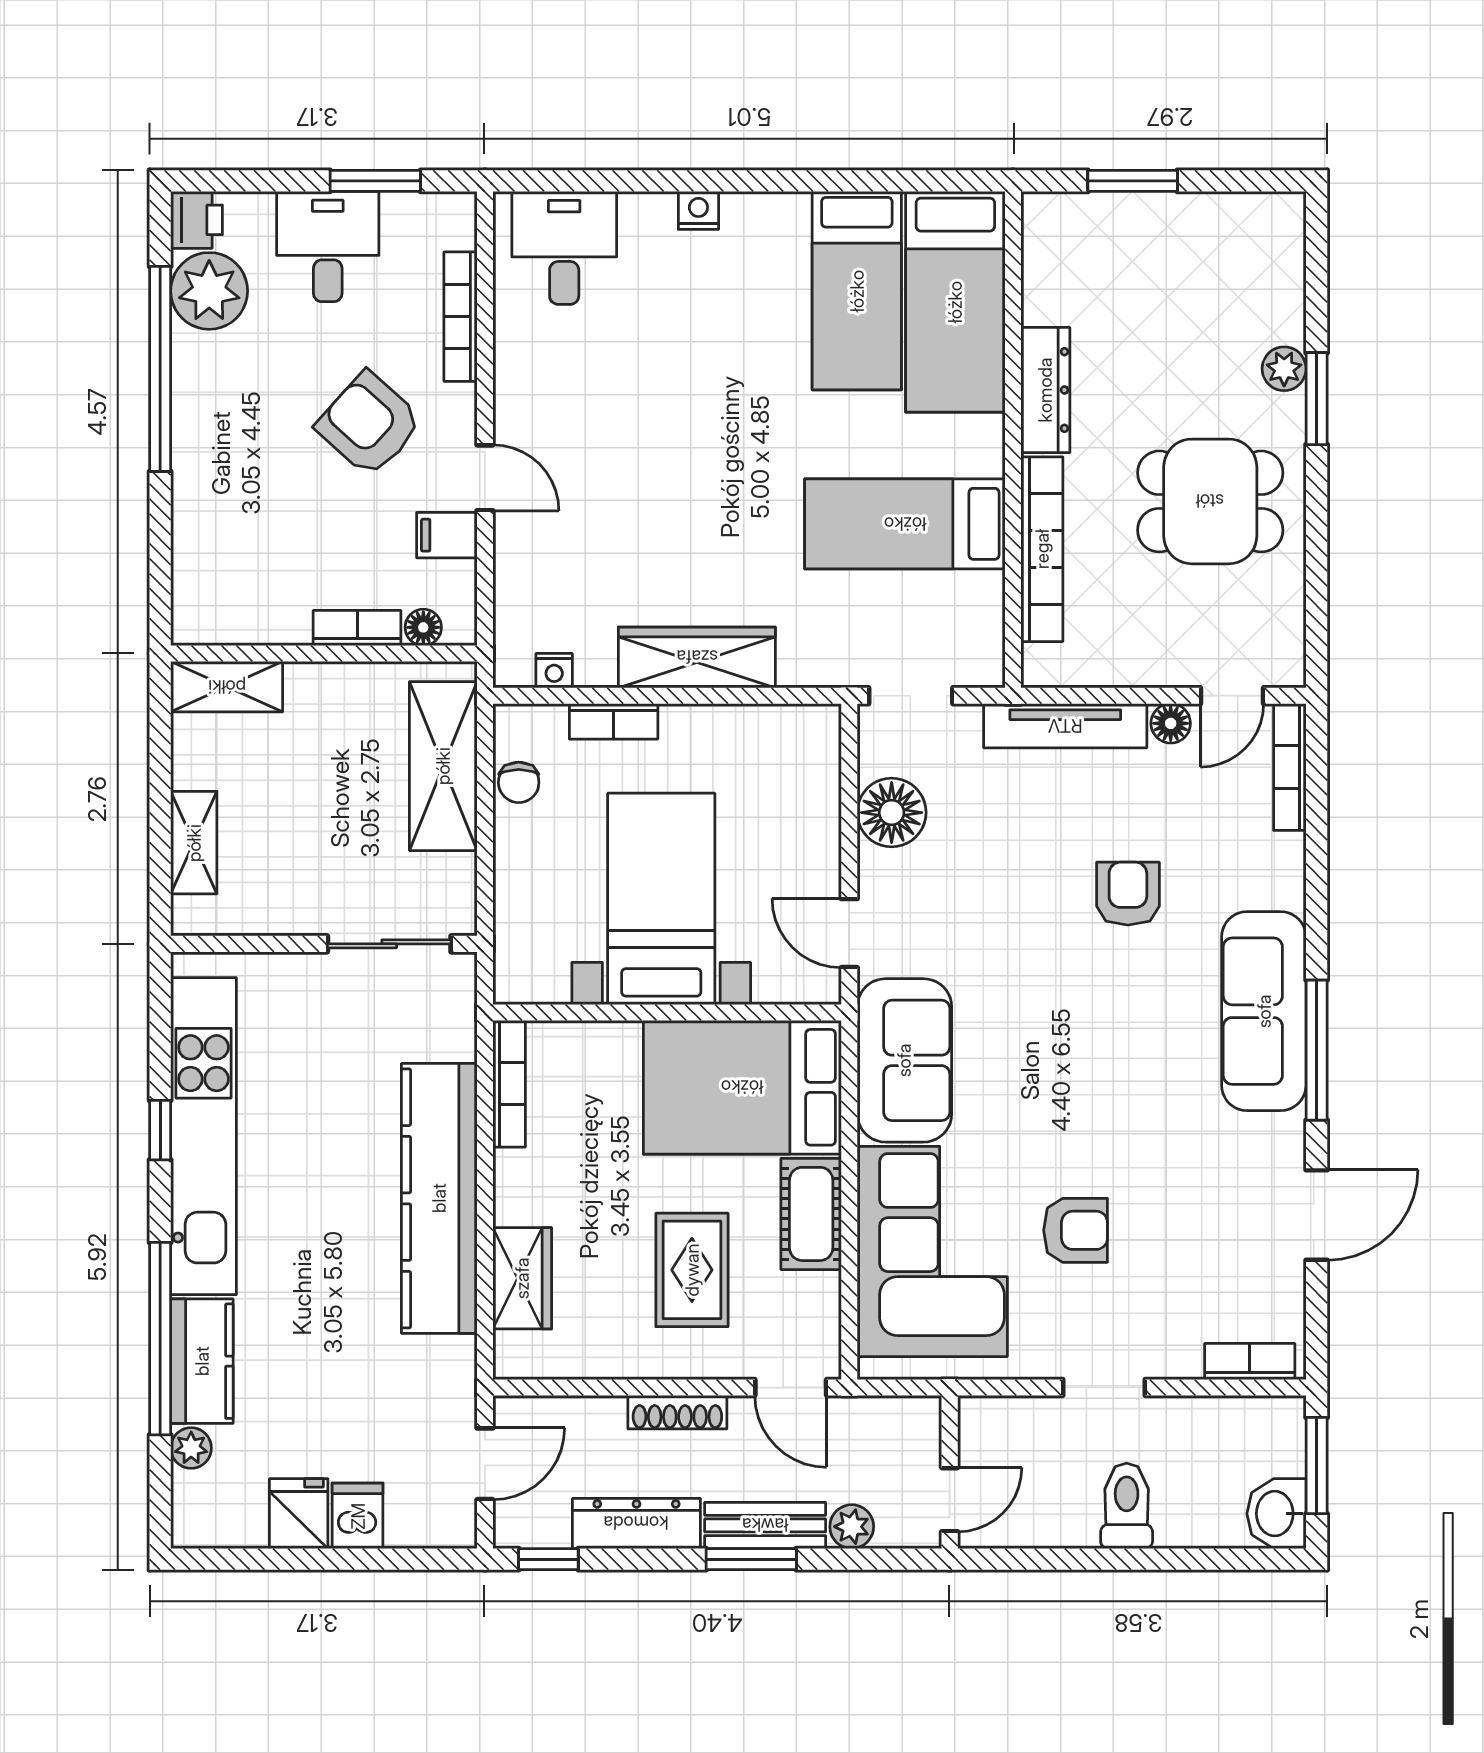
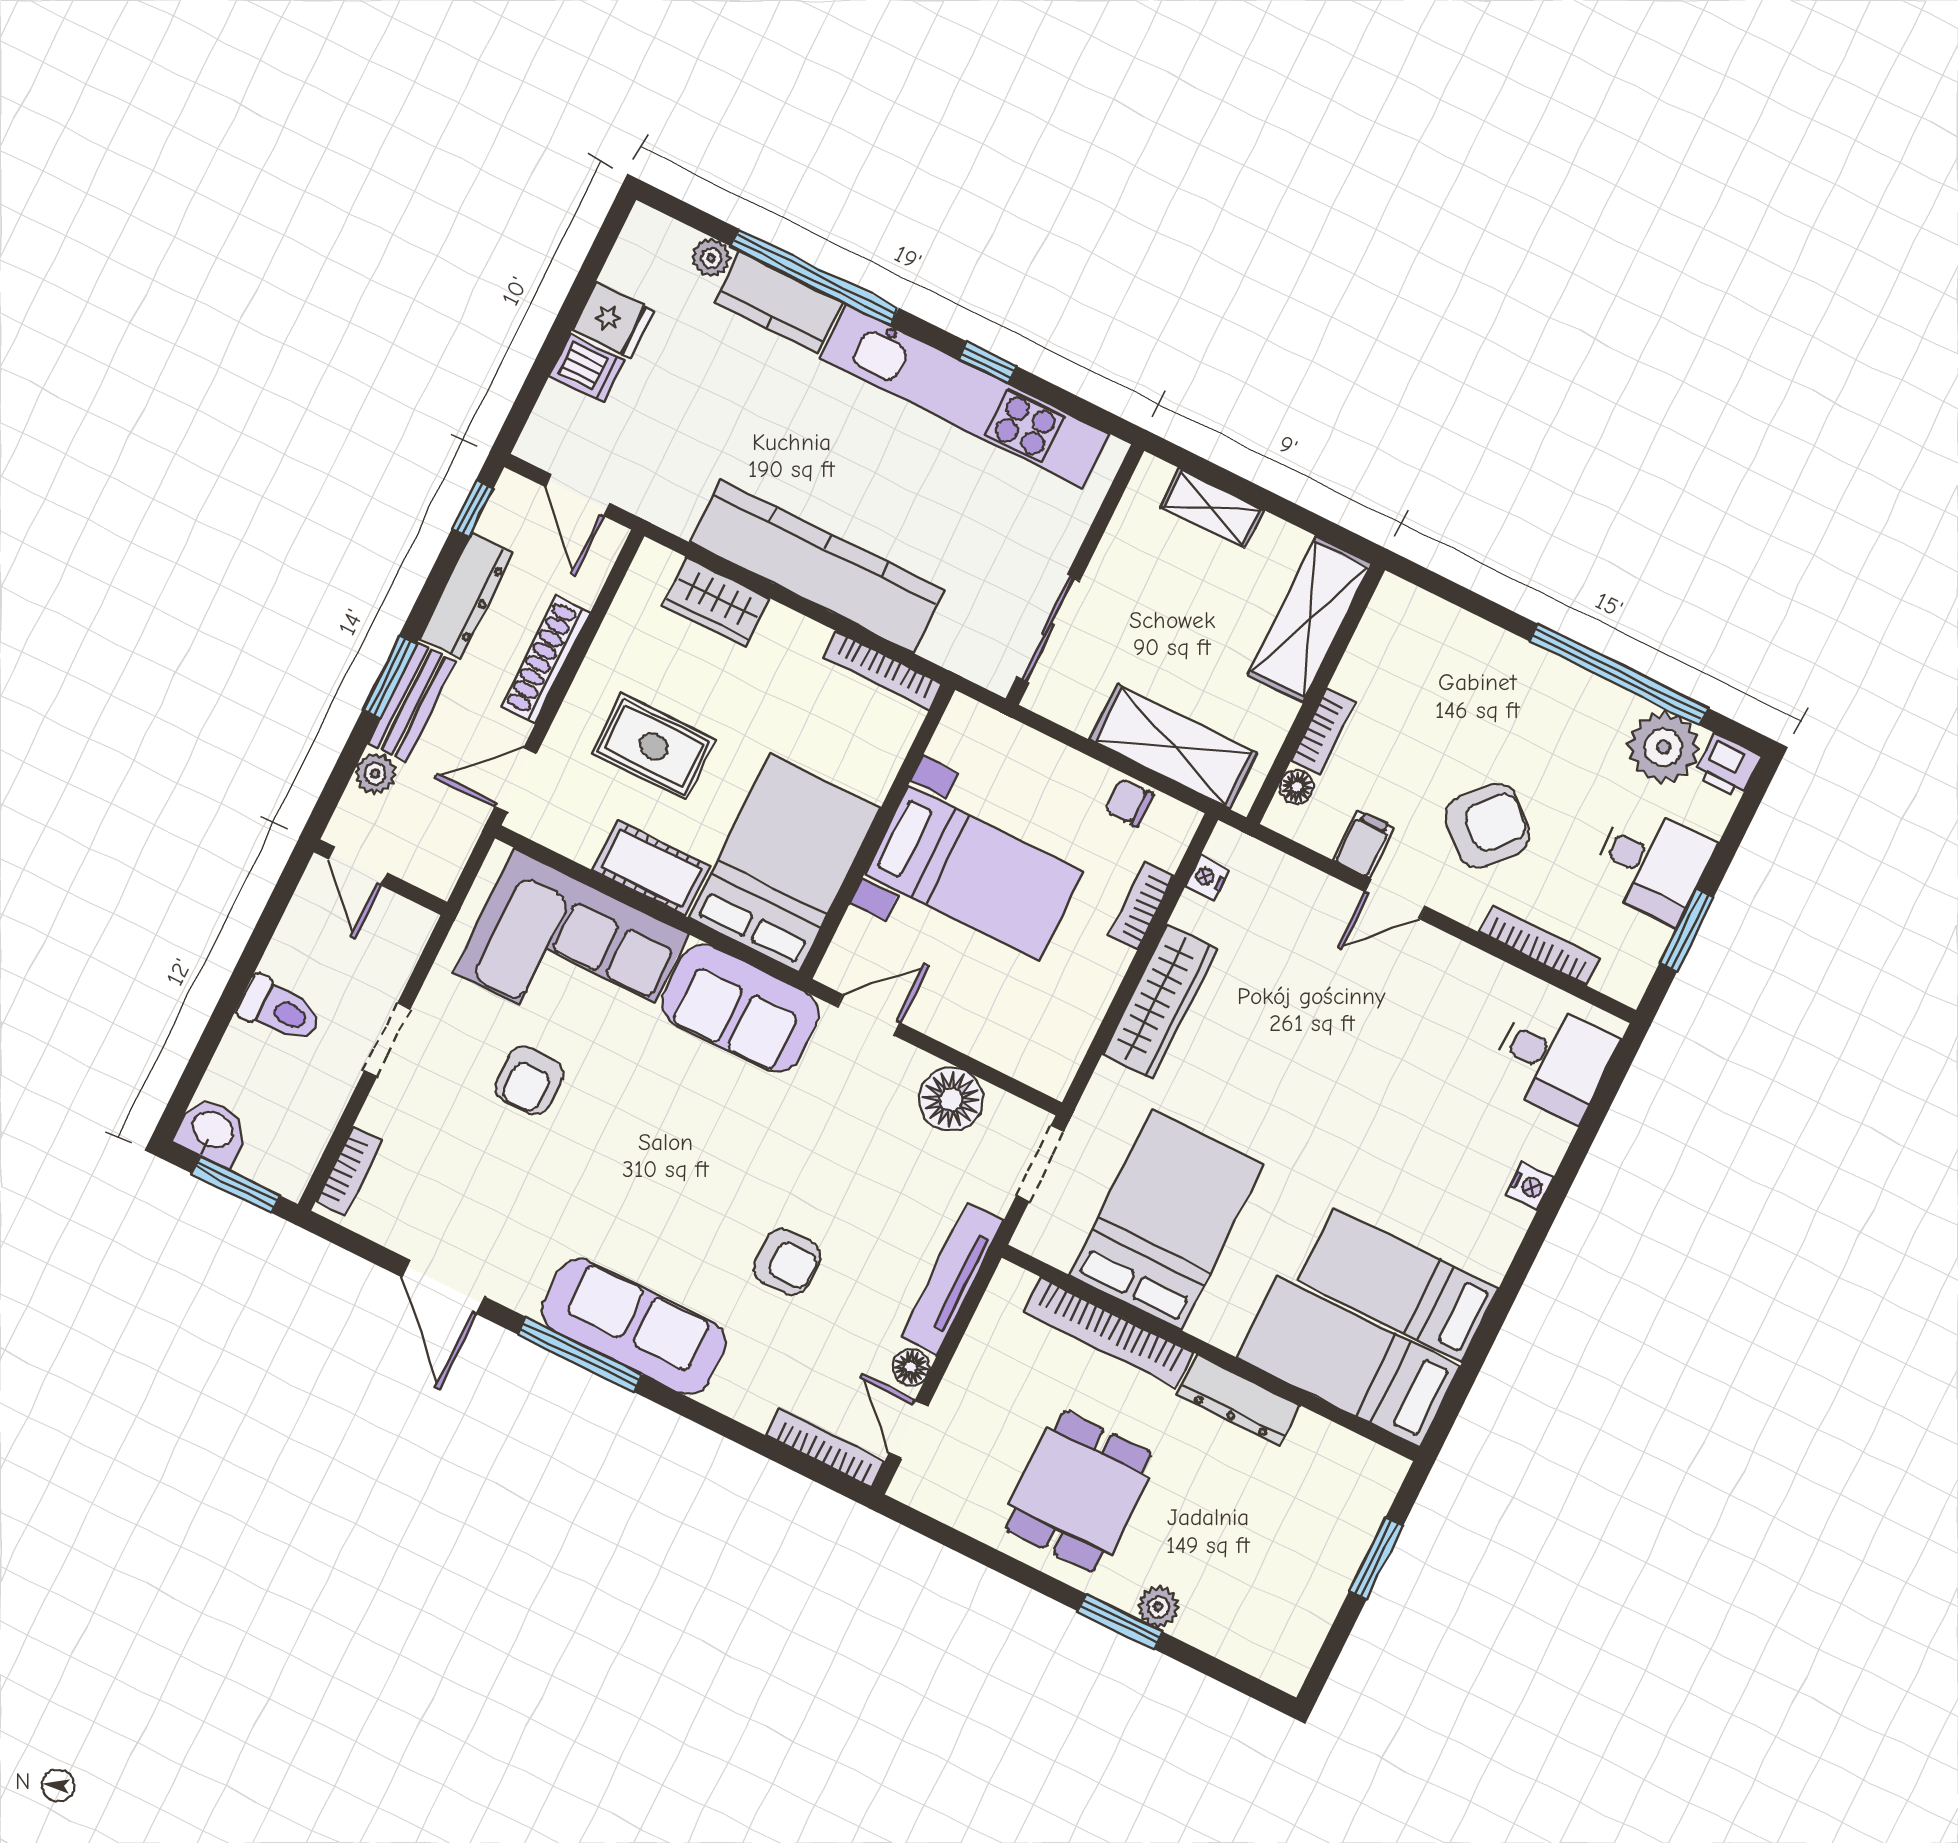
bed: (905, 524) -> (1166, 1219), width x1.50
shelving: (227, 687) -> (1310, 619), width x1.50, depth x1.33
shoe rack: (677, 1412) -> (546, 660), width x1.36, depth x1.24

